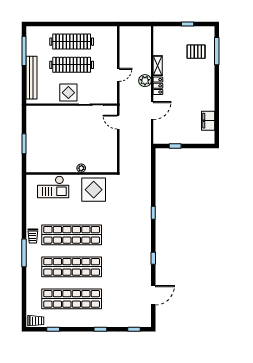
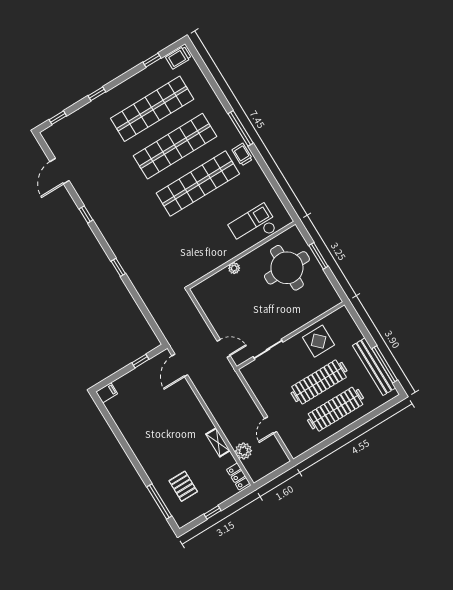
pallet: (196, 52) -> (183, 486), turned 90
door: (118, 75) -> (271, 425), moved
bench: (31, 78) -> (374, 367), moved
plant: (145, 81) -> (244, 451), moved
locker: (158, 86) -> (238, 476), moved
display table: (68, 93) -> (319, 341), moved
door: (152, 111) -> (180, 365), moved
filing cabinet: (208, 121) -> (107, 393), moved, width x0.50
round table: (48, 148) -> (287, 268), added
display table: (94, 190) -> (204, 252), removed

